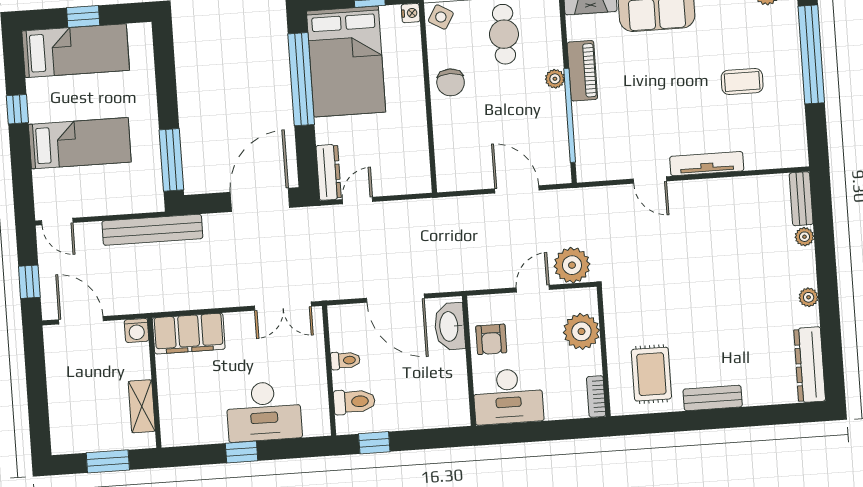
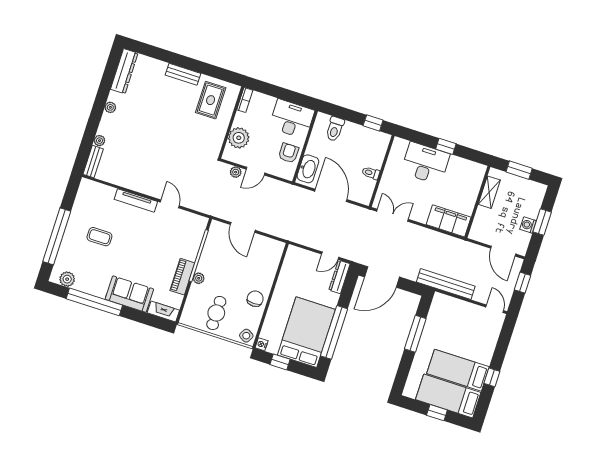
bed: (80, 143) -> (458, 370), moved
window: (171, 160) -> (415, 334), moved
plant: (572, 265) -> (236, 172), width x0.53, depth x0.53
washing machine: (137, 330) -> (528, 225), moved, turned -90
window: (37, 392) -> (542, 222), added
toilet: (354, 402) -> (335, 129), moved, turned -90

